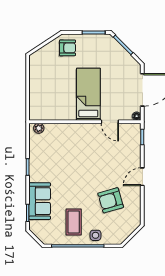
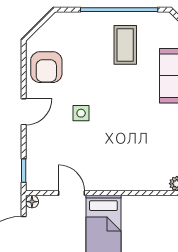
armchair: (111, 200) -> (46, 67), moved, turned 106
side table: (96, 235) -> (81, 113), moved

